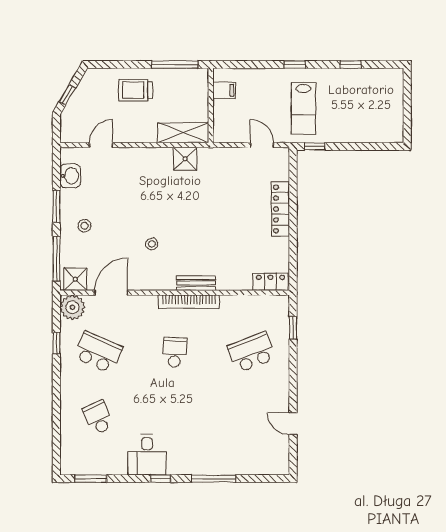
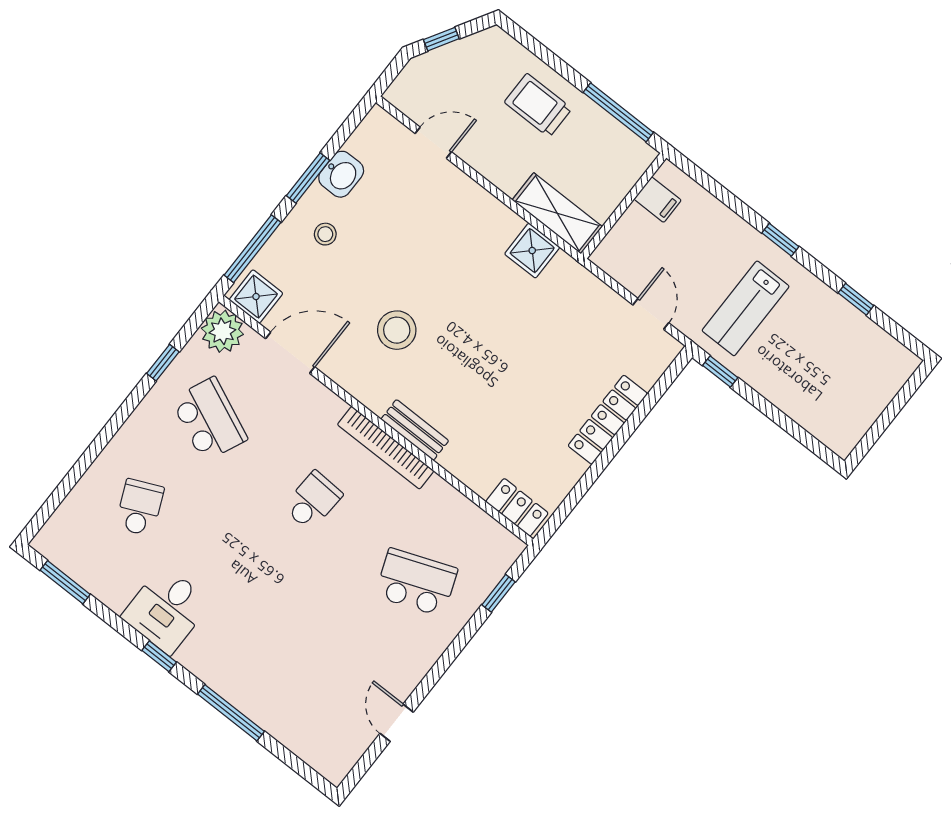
washbasin: (70, 176) -> (341, 174), moved
stool: (152, 244) -> (397, 330), width x1.89, depth x1.89

